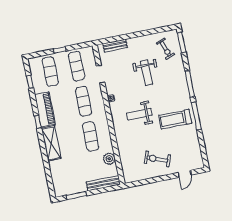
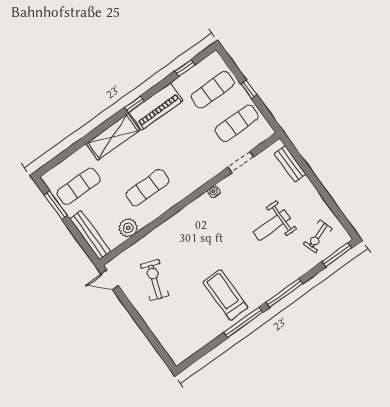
exercise mat: (84, 101) -> (79, 186), moved
weight bench: (139, 114) -> (210, 242), removed
exercise bike: (157, 159) -> (155, 280), moved
door: (185, 174) -> (110, 280), moved

